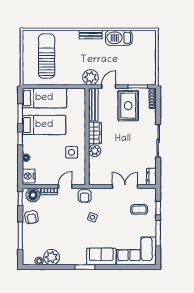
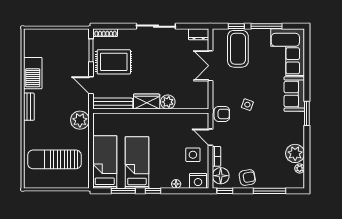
plant: (91, 77) -> (80, 120), moved
side table: (72, 152) -> (193, 155), moved
coffee table: (139, 209) -> (238, 49), width x1.86, depth x1.72

